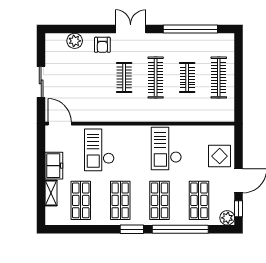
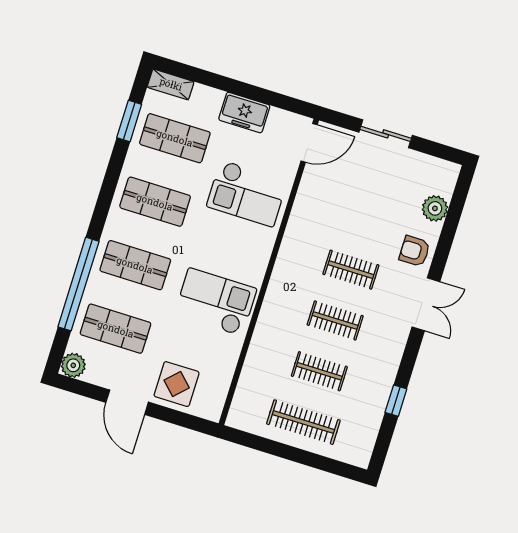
window: (190, 29) -> (396, 401), width x0.32
clothes rail: (156, 78) -> (335, 320), width x0.73
checkout: (99, 150) -> (247, 193), turned 180
shelving: (51, 193) -> (171, 84), moved
window: (239, 209) -> (82, 388), removed
window: (132, 229) -> (129, 121), moved

